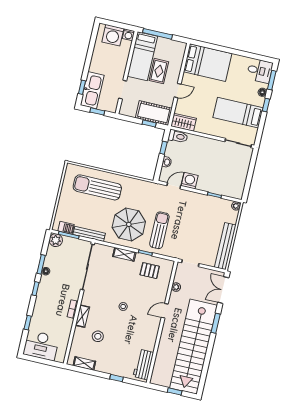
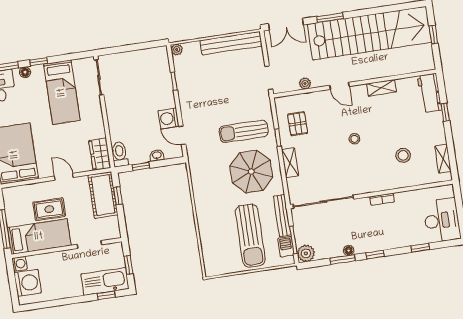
sun lounger: (97, 187) -> (250, 236), moved
shelving: (82, 316) -> (381, 88), moved
workbench: (143, 364) -> (429, 93), moved, turned 90

